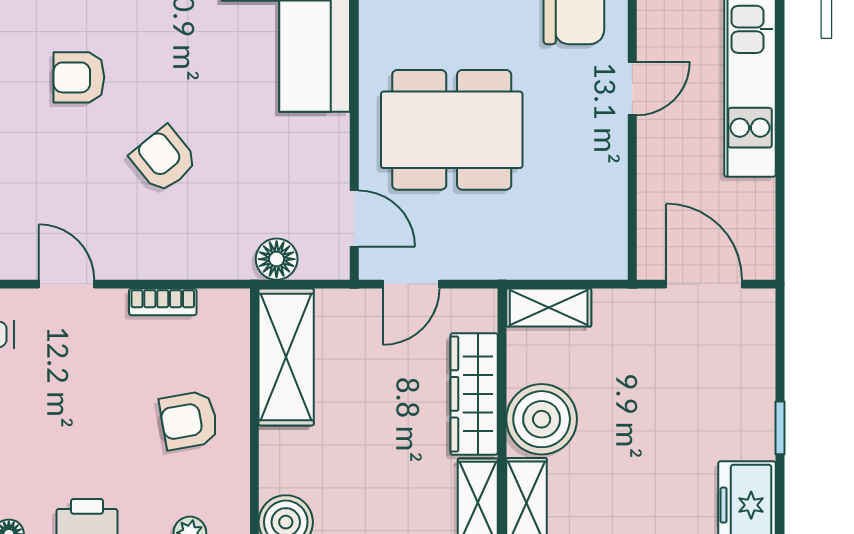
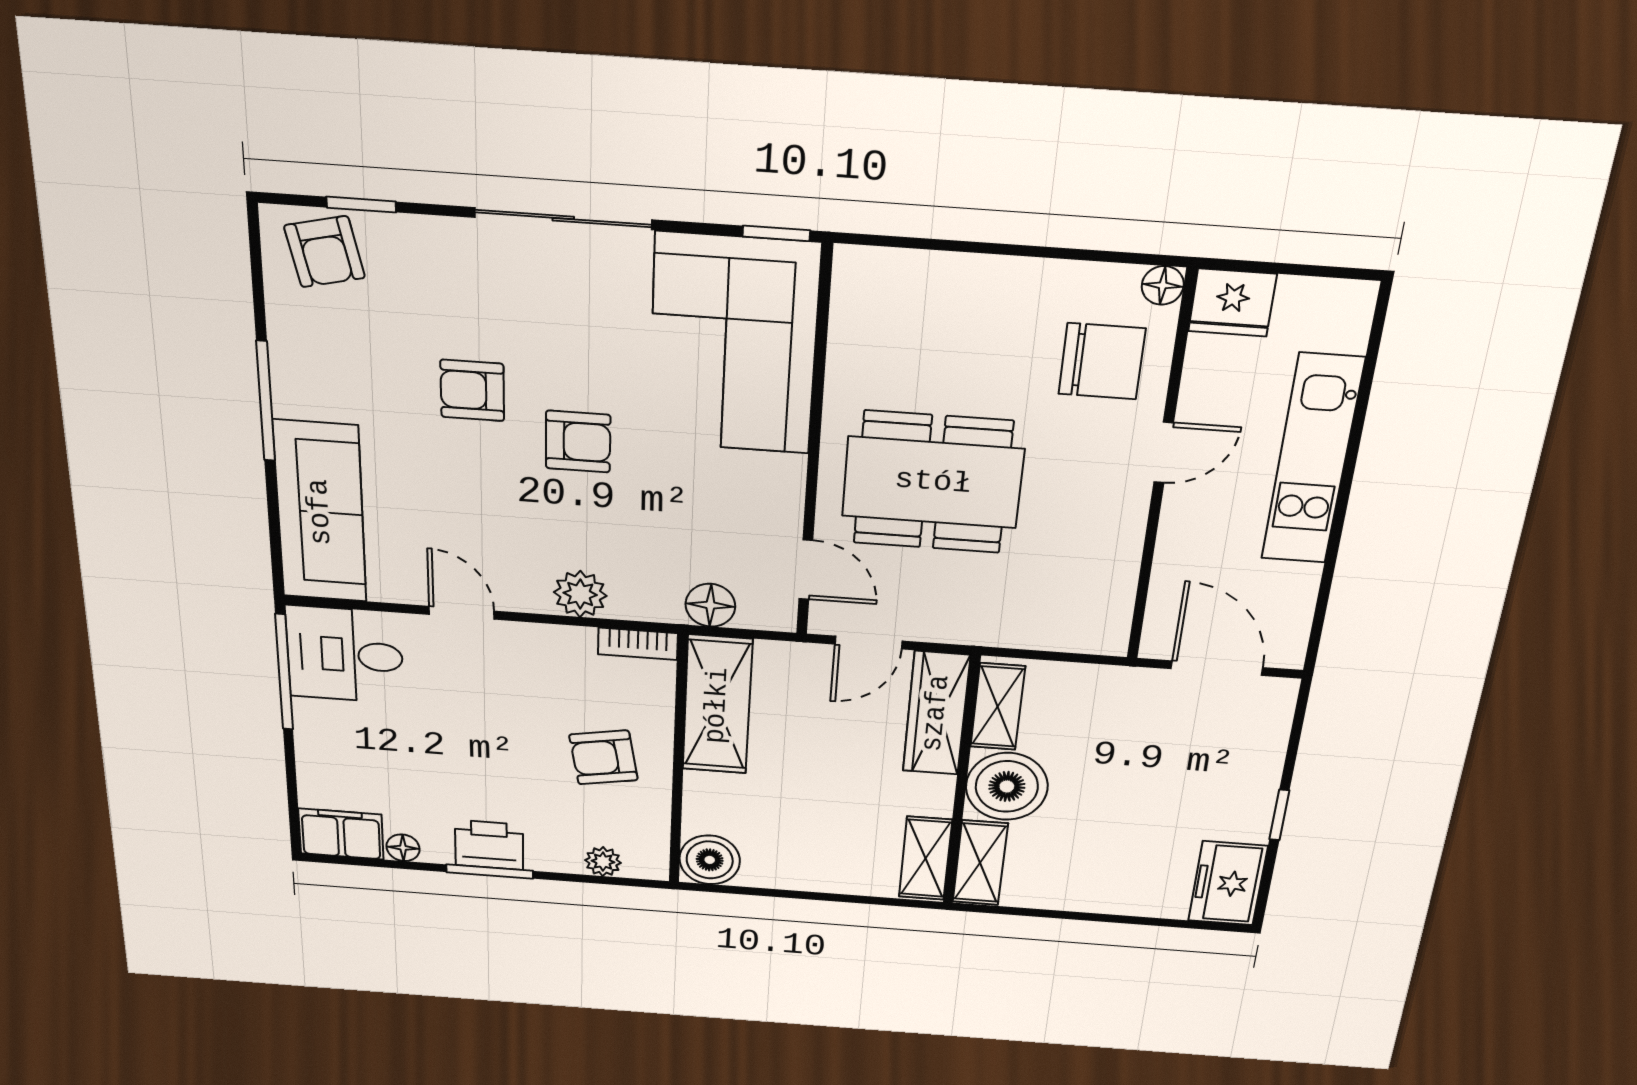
armchair: (164, 159) -> (578, 442), moved, turned 129
plant: (167, 257) -> (580, 594), added
bookcase: (163, 302) -> (638, 644), moved
shelving: (549, 308) -> (998, 707), moved, turned 90
wardrobe: (474, 394) -> (936, 713), moved

